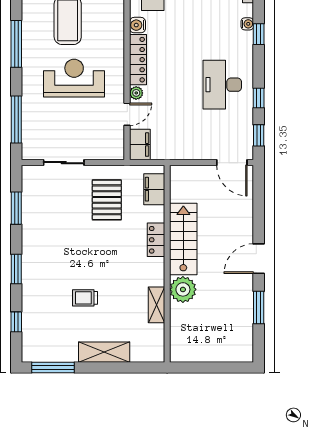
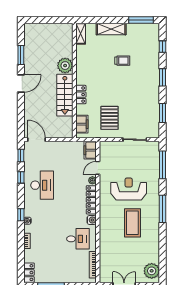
reception desk: (74, 78) -> (129, 189), turned 180
shelving: (156, 305) -> (81, 34), moved

